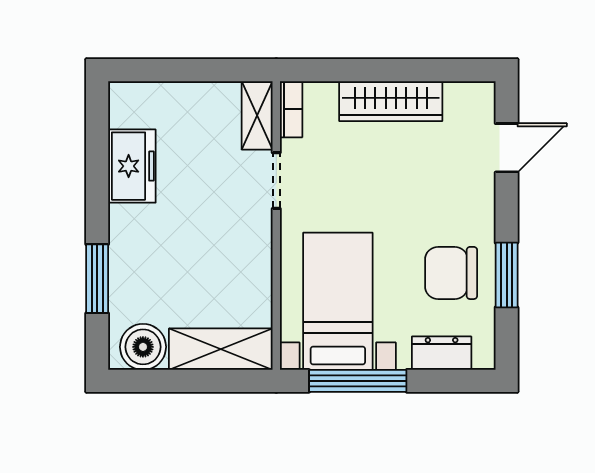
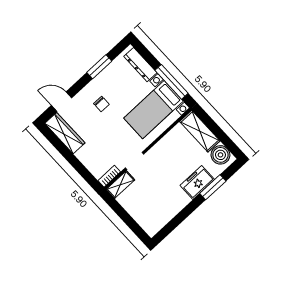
wardrobe: (391, 101) -> (65, 133), moved
freezer: (132, 166) -> (197, 182), moved
chair: (451, 273) -> (101, 104), moved, width x0.54, depth x0.54
dresser: (442, 353) -> (140, 65), width x1.44

